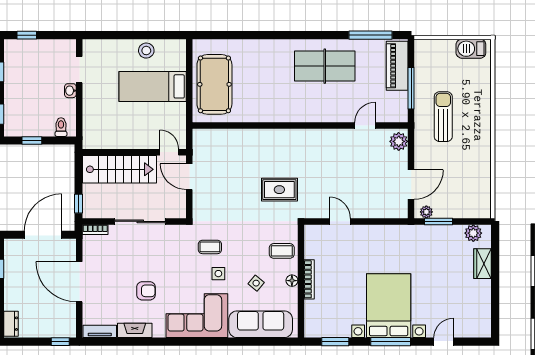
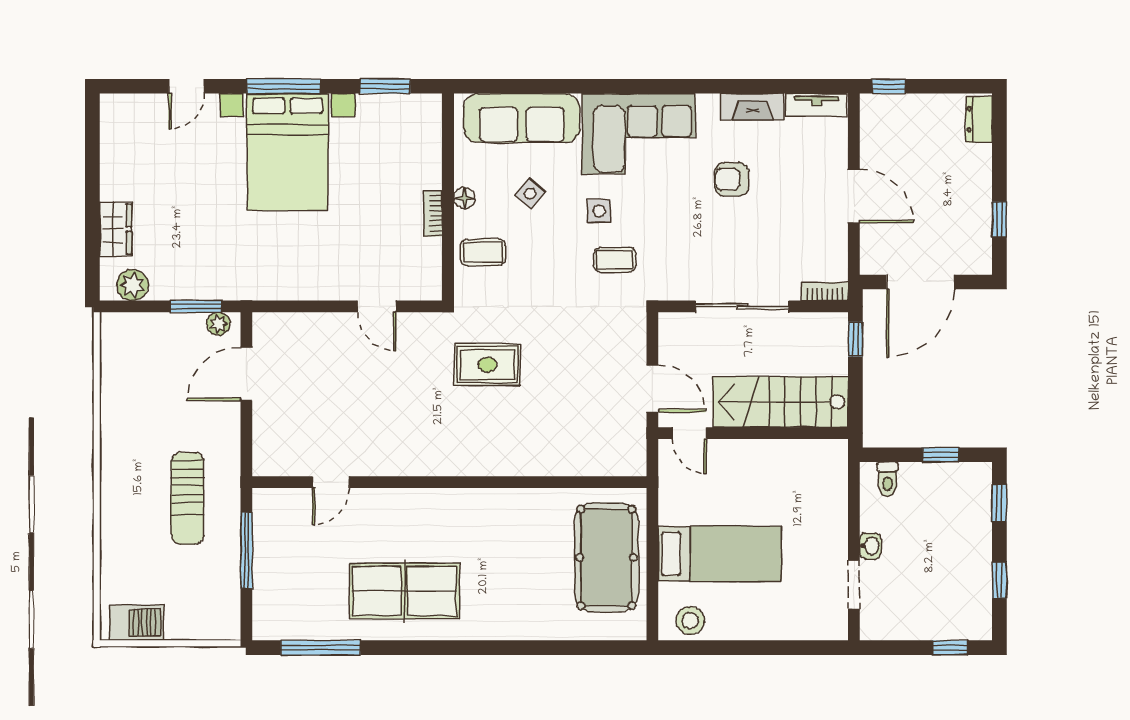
stool: (146, 51) -> (690, 620), moved
piano: (397, 66) -> (272, 592), removed
plant: (399, 141) -> (269, 453), removed
bookcase: (309, 279) -> (433, 213), width x0.64
door: (79, 282) -> (854, 196), width x0.73

